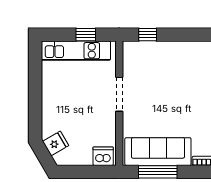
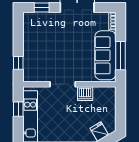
dishwasher: (103, 156) -> (85, 94), moved, turned -90

